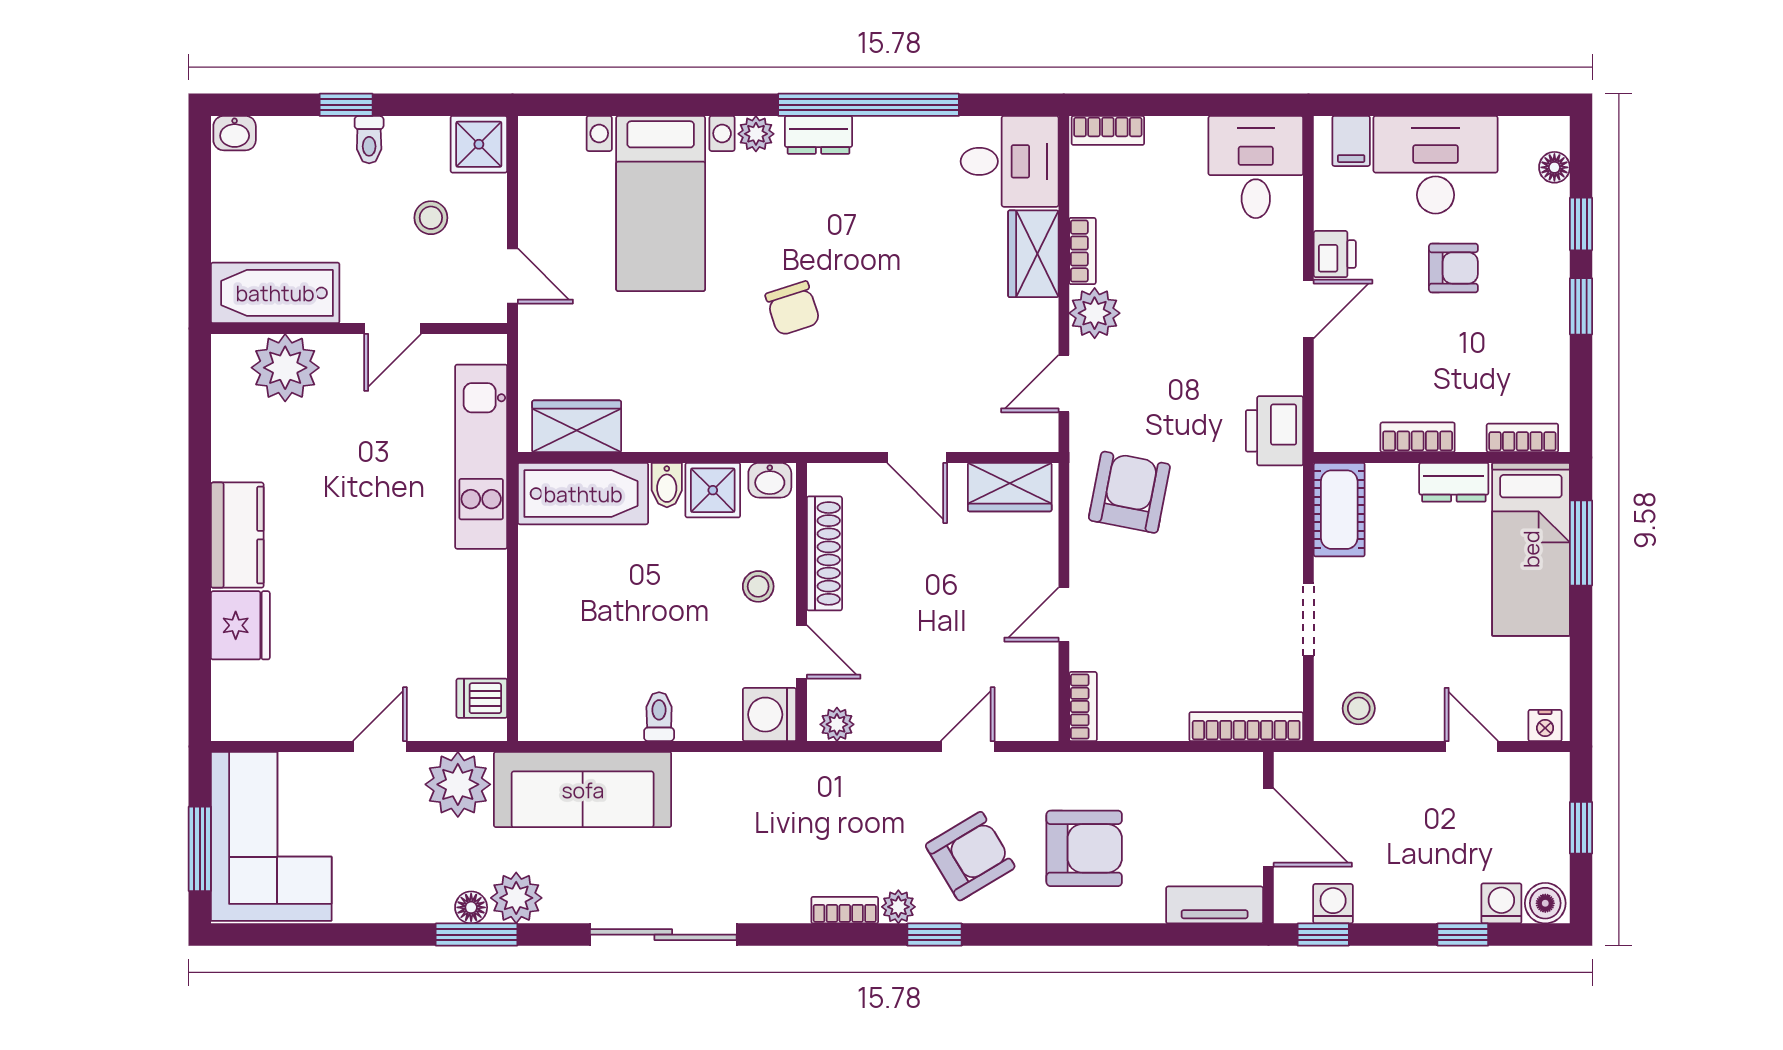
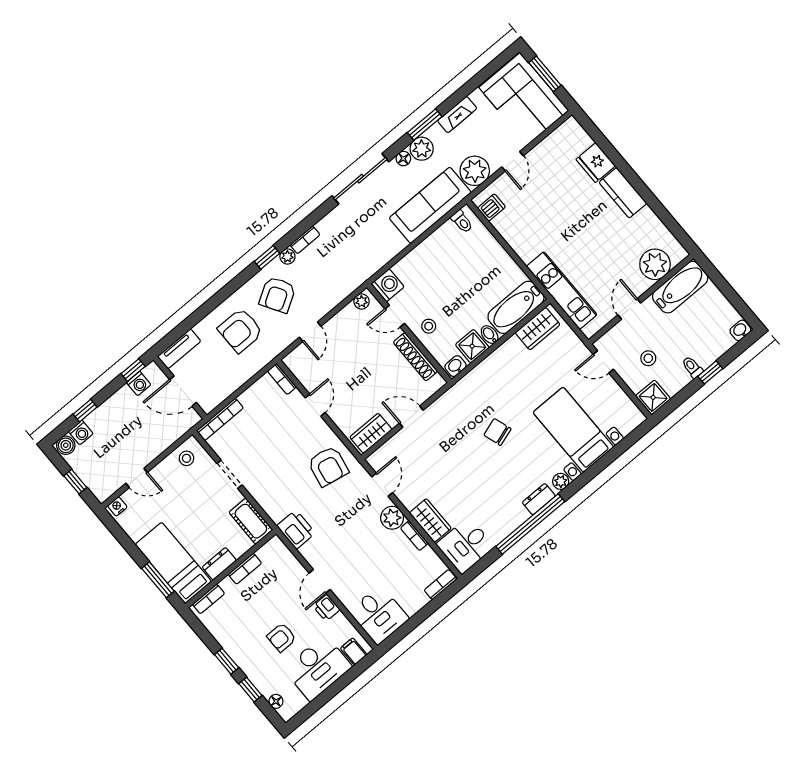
toilet: (659, 717) -> (462, 221), moved
fireplace: (407, 905) -> (457, 115), added
floor lamp: (471, 907) -> (403, 159), moved

